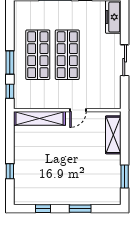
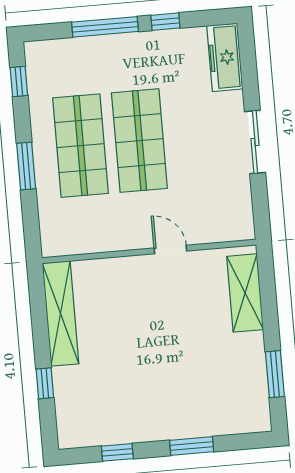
window: (10, 91) -> (19, 82), moved
door: (78, 110) -> (170, 250), swing flipped
shelving: (39, 118) -> (61, 313), moved, turned 90

